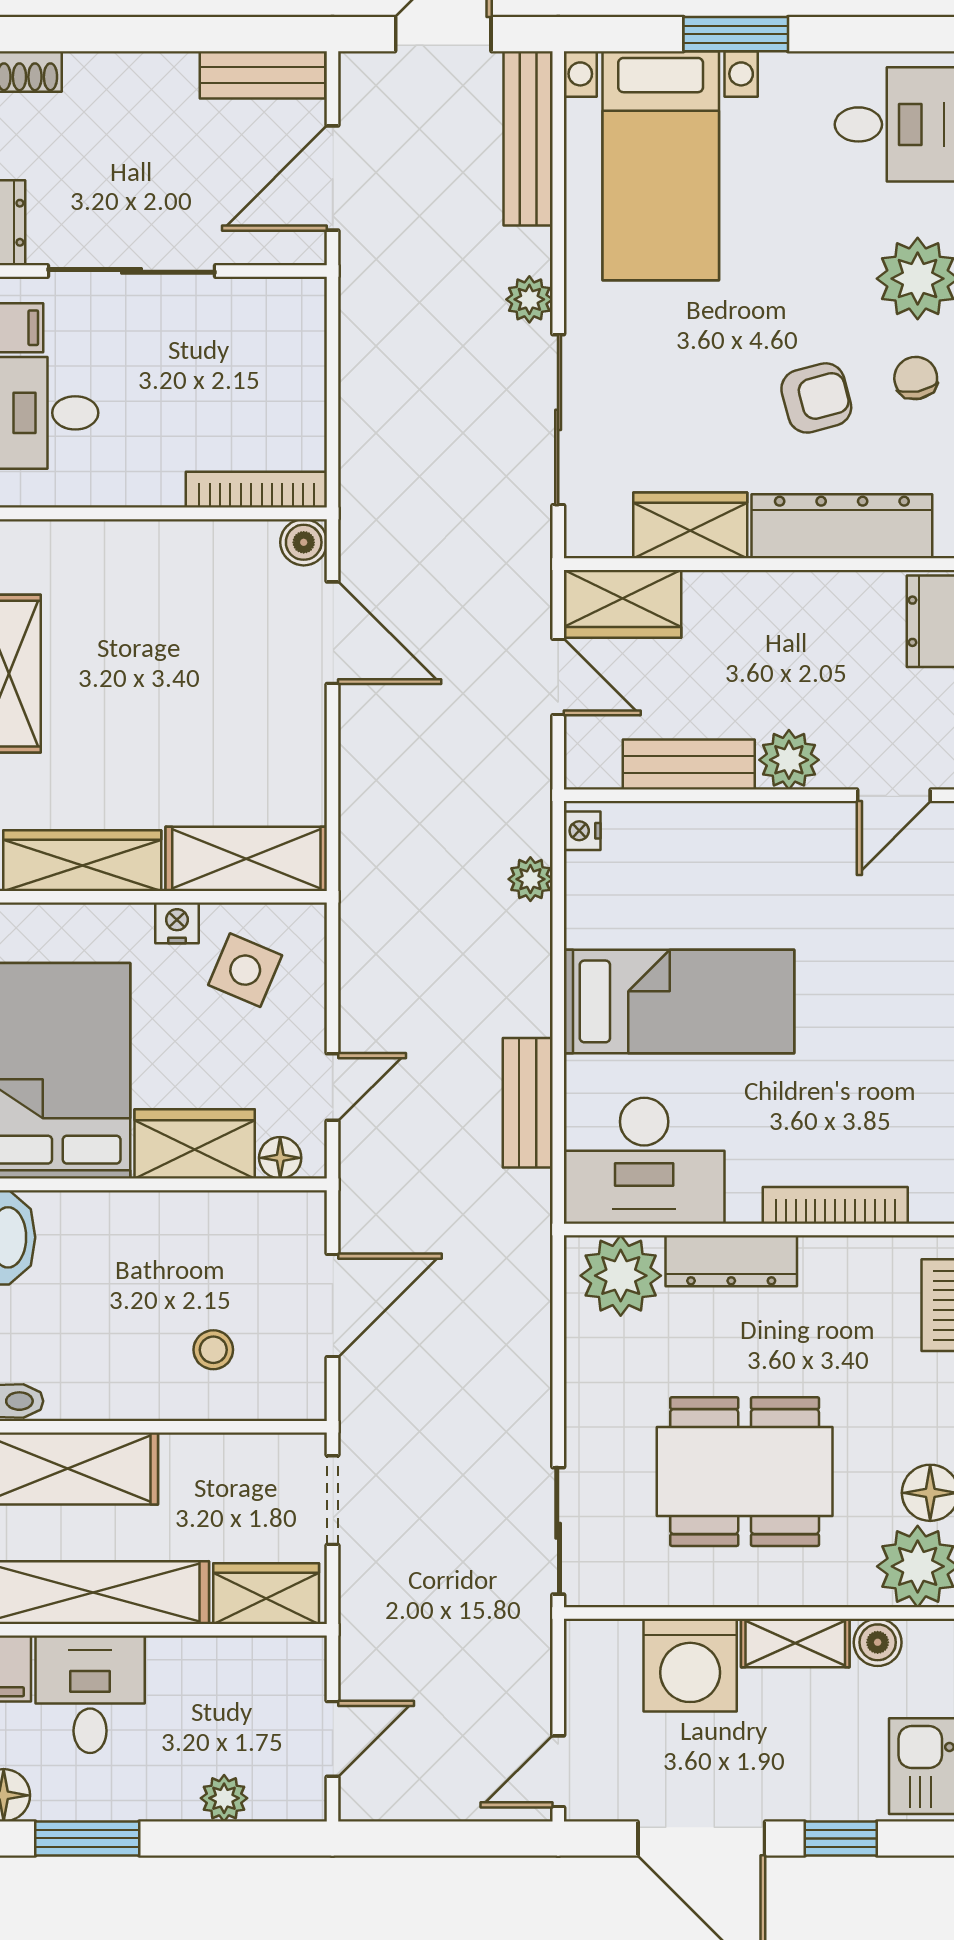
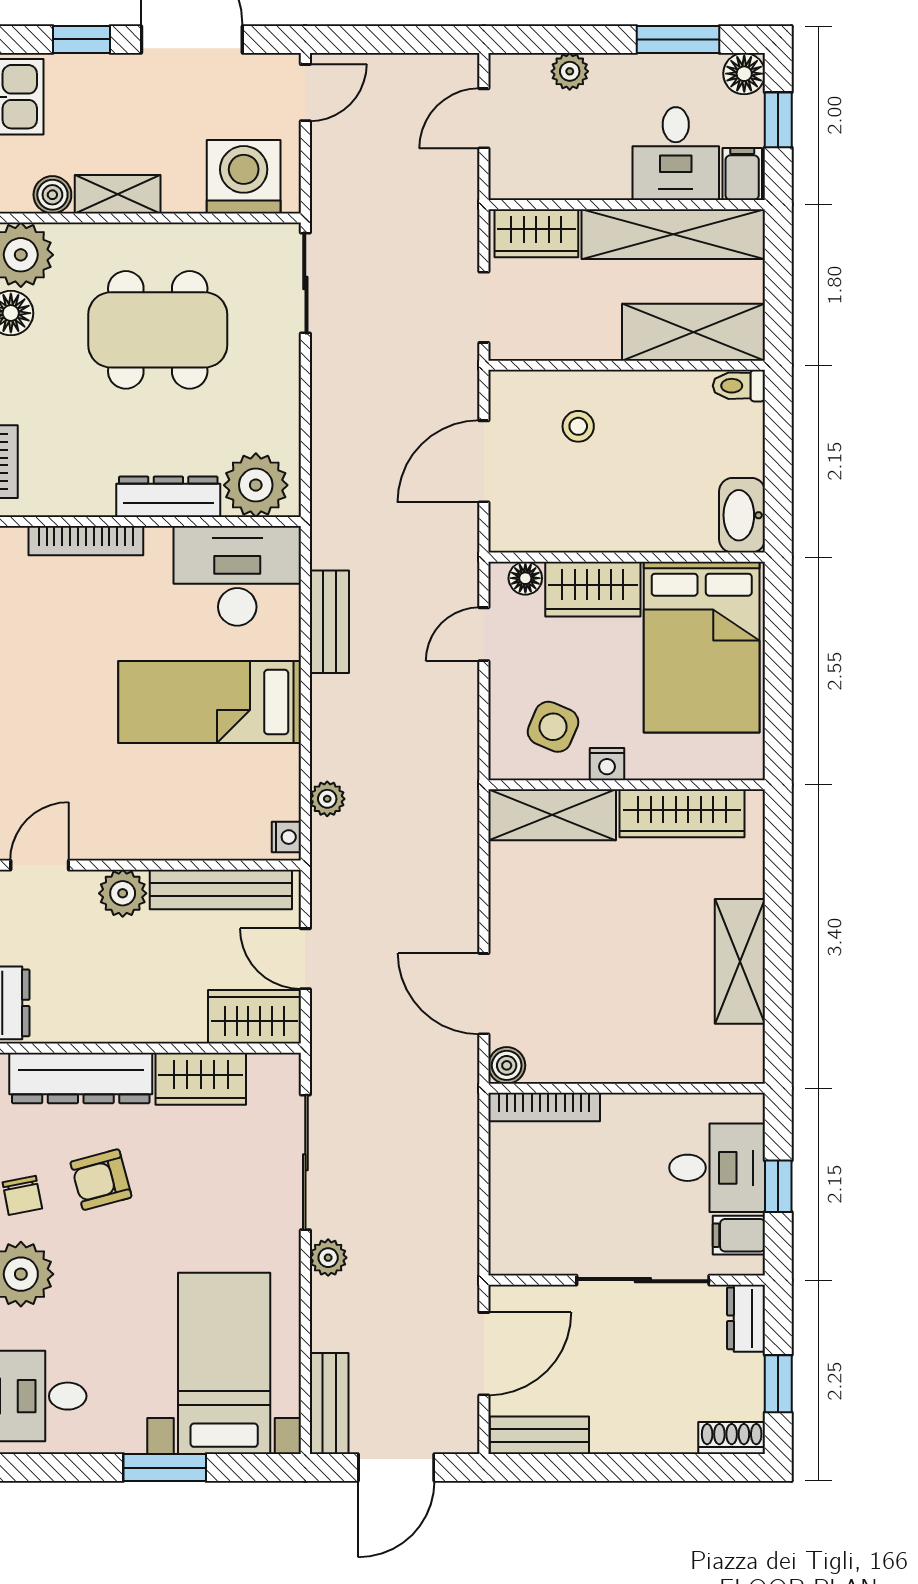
bench: (528, 138) -> (329, 1404), width x0.73
bench: (689, 765) -> (221, 889), width x1.36
washing machine: (690, 1665) -> (244, 177), moved

